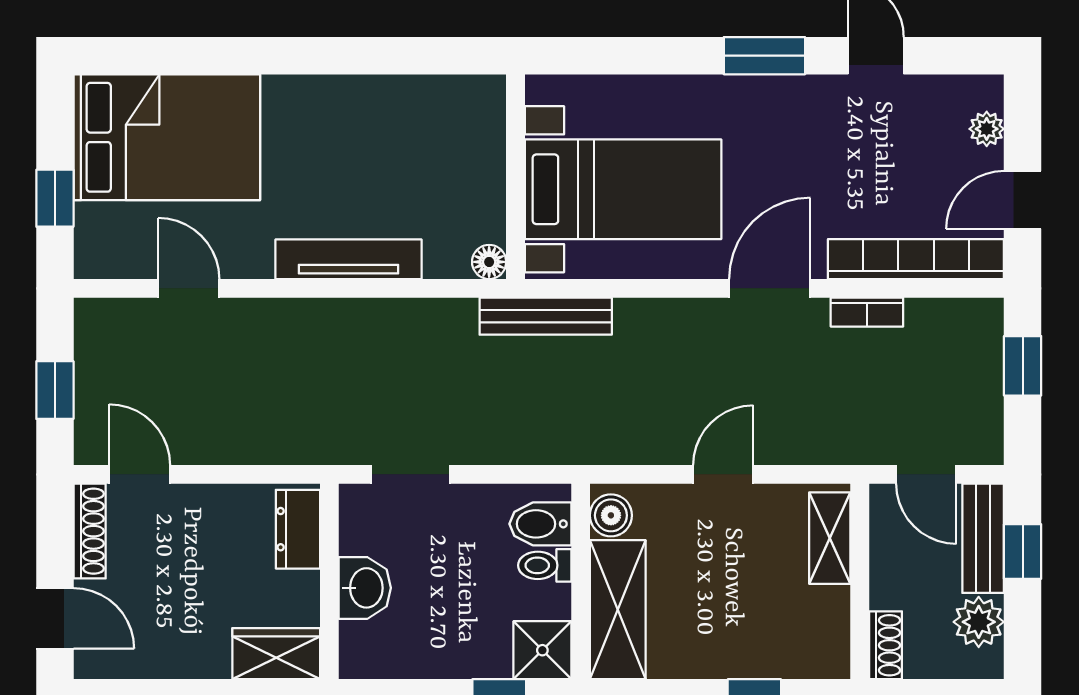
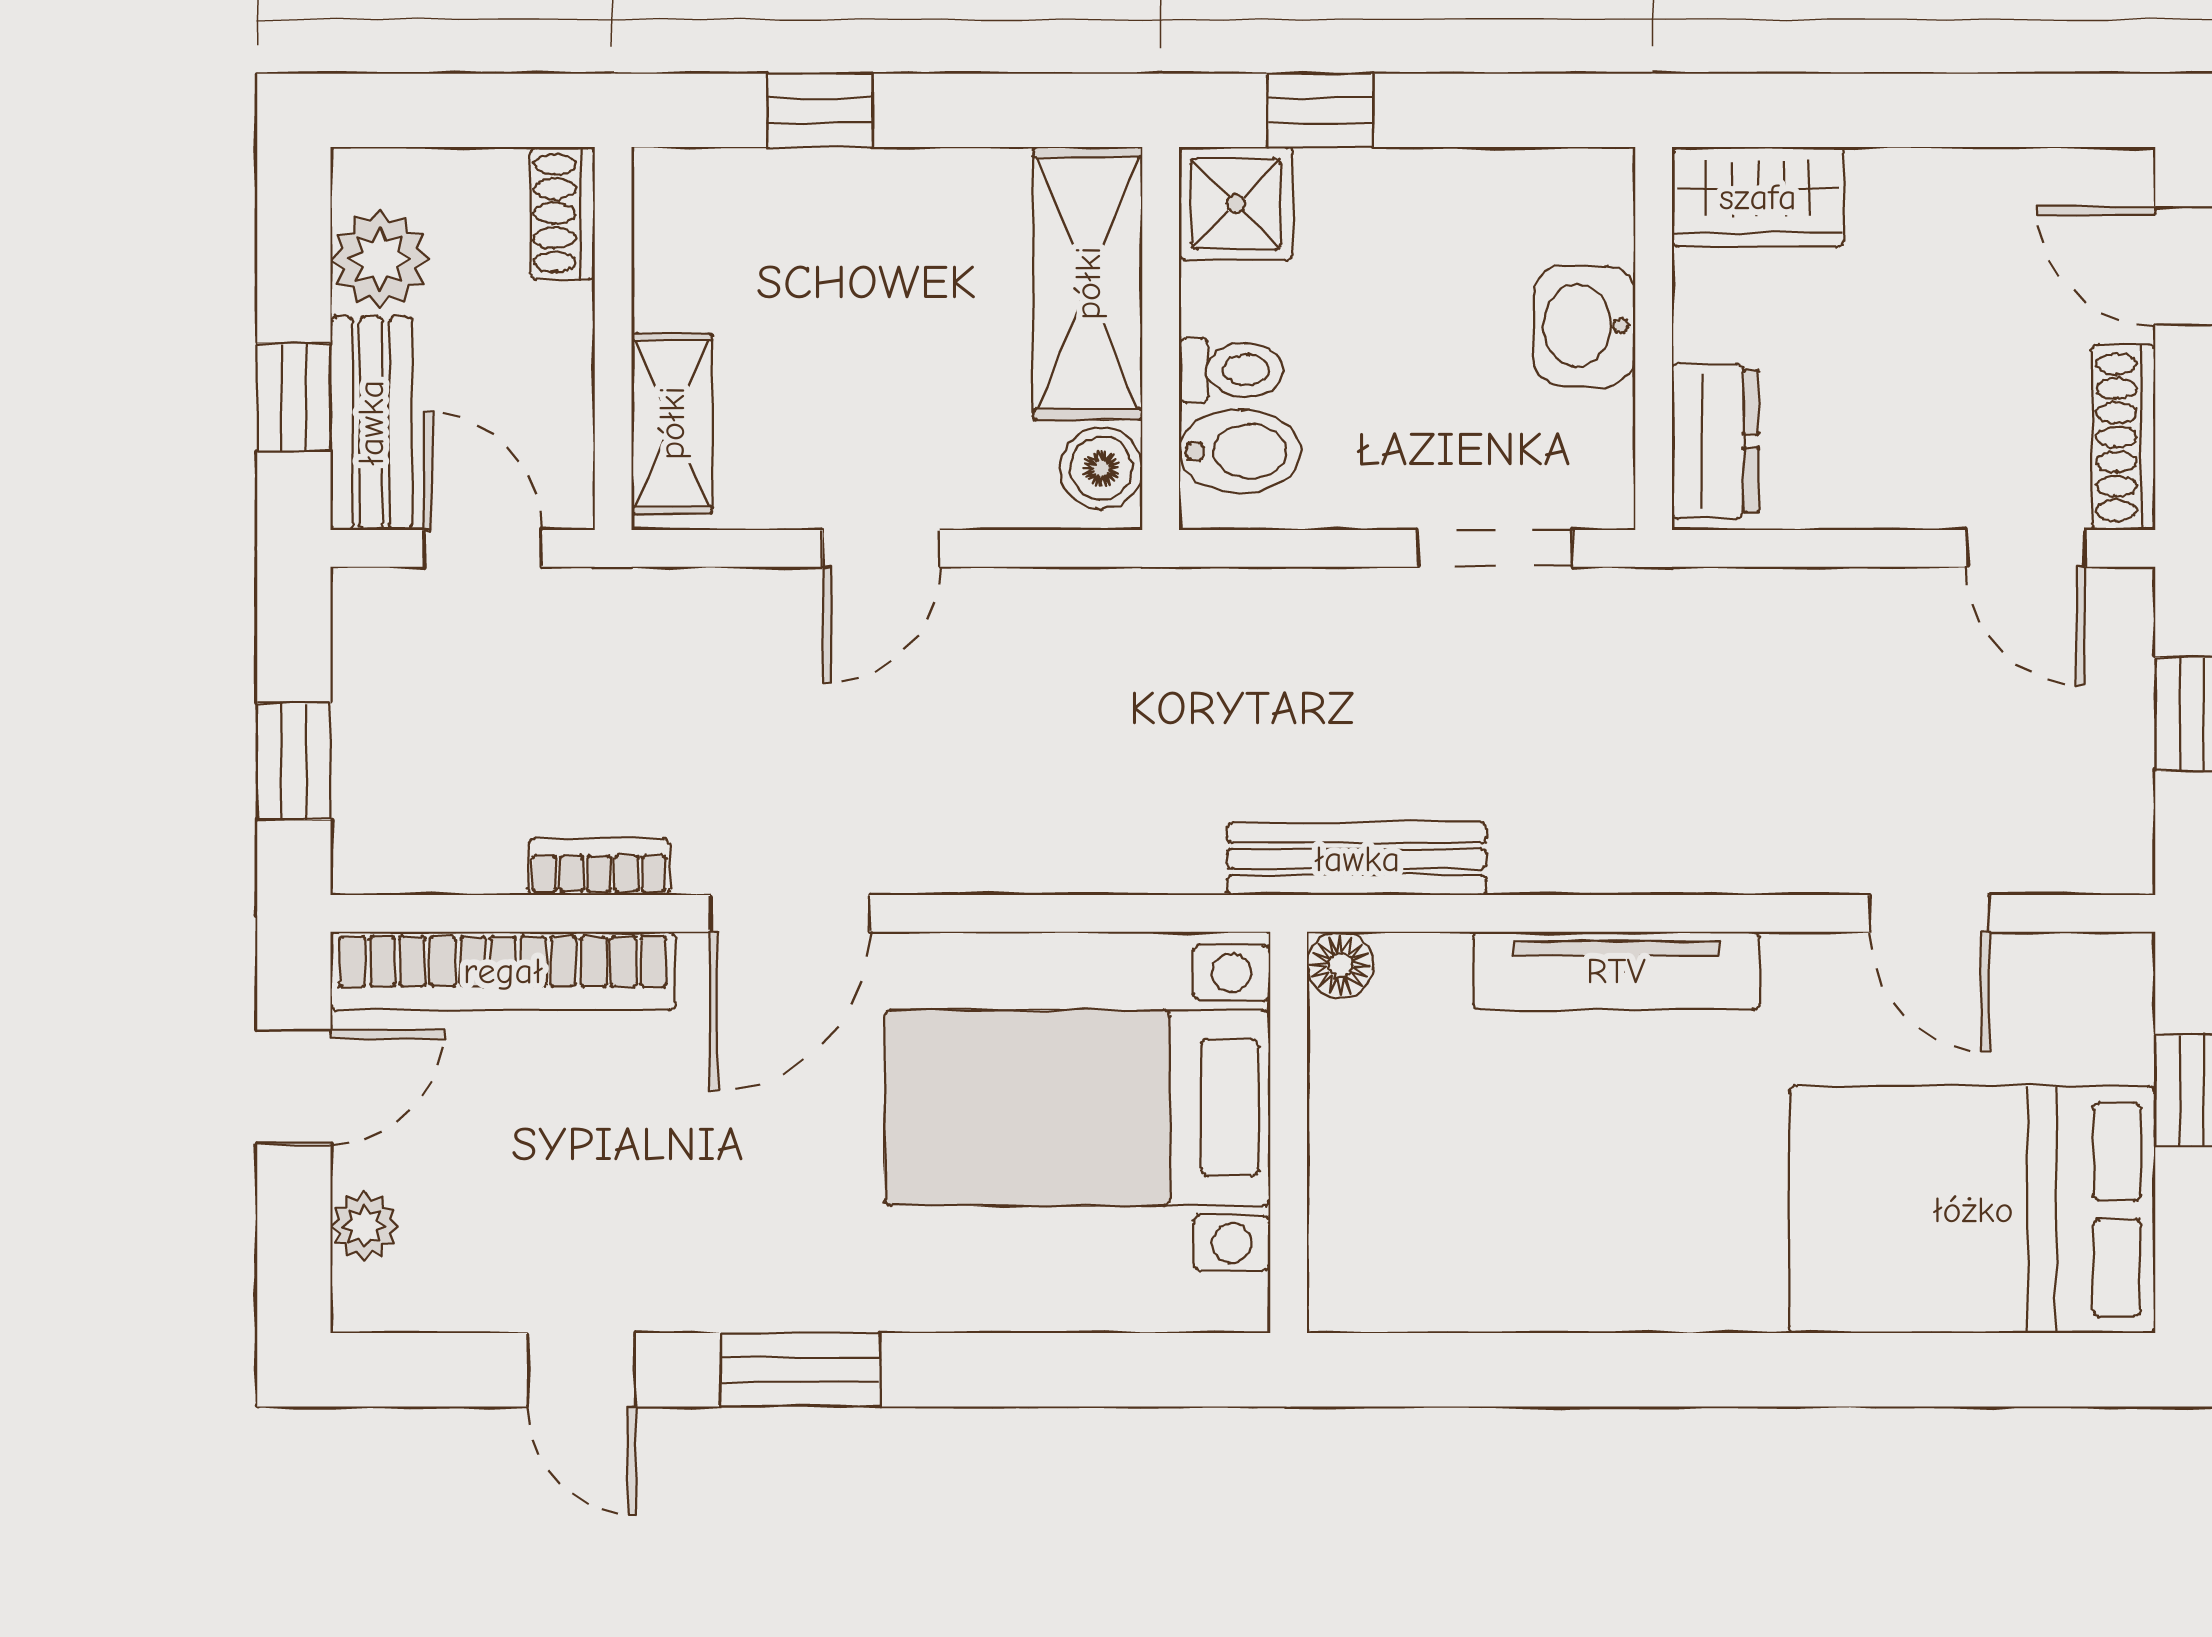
bench: (546, 316) -> (1357, 859), moved

